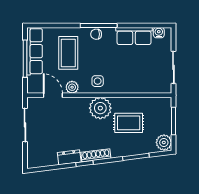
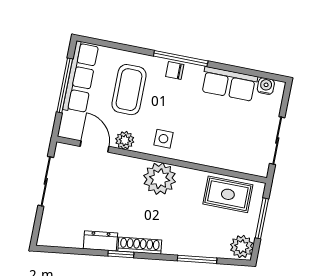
rug: (129, 123) -> (228, 194), moved

